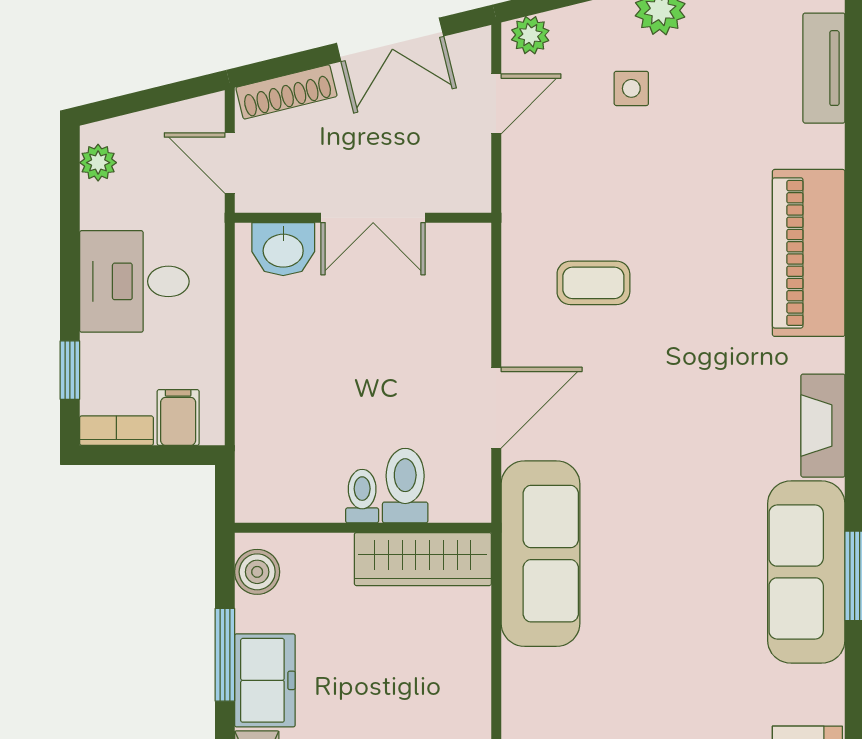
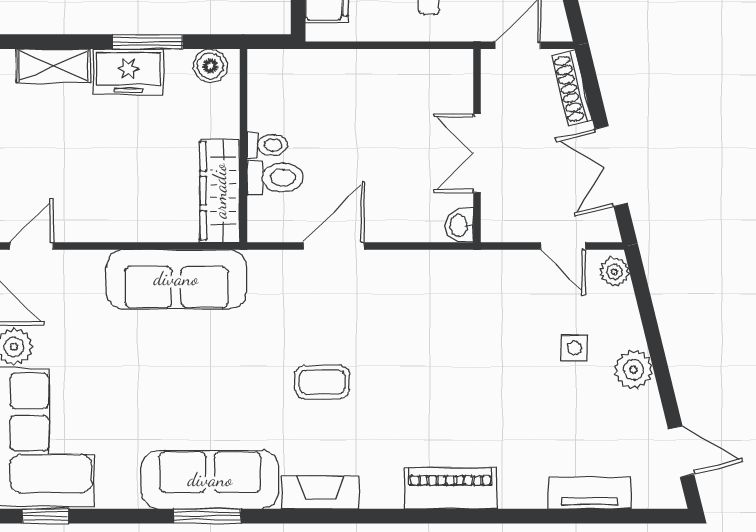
washbasin: (283, 249) -> (460, 225), moved, width x0.72, depth x0.69
piano: (809, 253) -> (450, 488), width x0.73, depth x0.75
coffee table: (593, 283) -> (322, 382), moved, turned 90
door: (496, 408) -> (334, 246), swing flipped
sofa: (540, 554) -> (176, 279), moved

